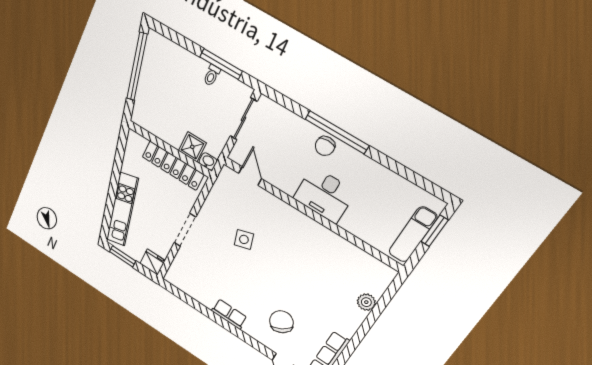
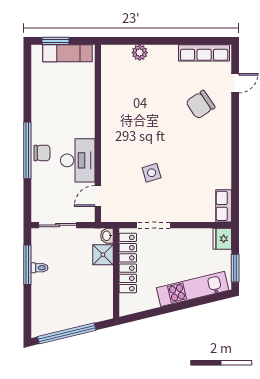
desk: (324, 195) -> (78, 160), moved
doorway: (185, 230) -> (154, 225), moved
row of seats: (229, 314) -> (224, 206), moved

